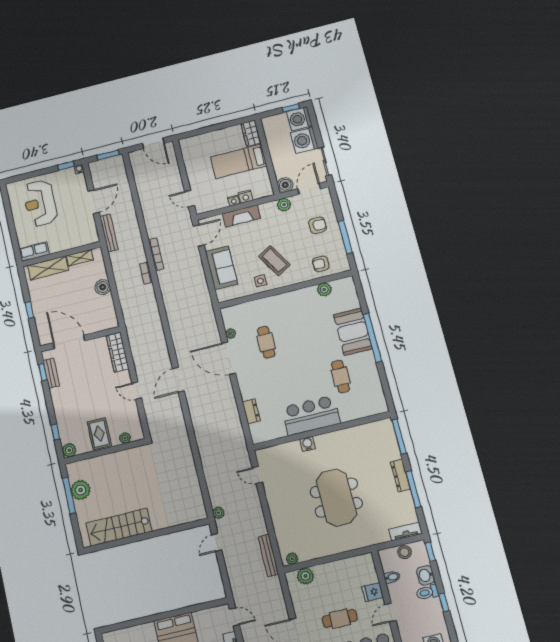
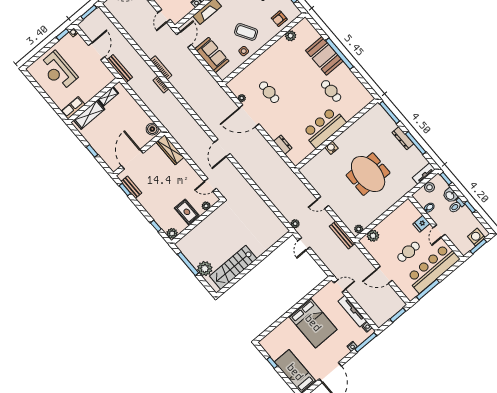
door: (190, 199) -> (164, 16), hinge flipped
boiler: (103, 287) -> (152, 129), moved
door: (69, 342) -> (132, 159), hinge flipped
door: (137, 391) -> (210, 185), moved
door: (257, 475) -> (323, 203), moved
plant: (81, 490) -> (205, 269), moved

